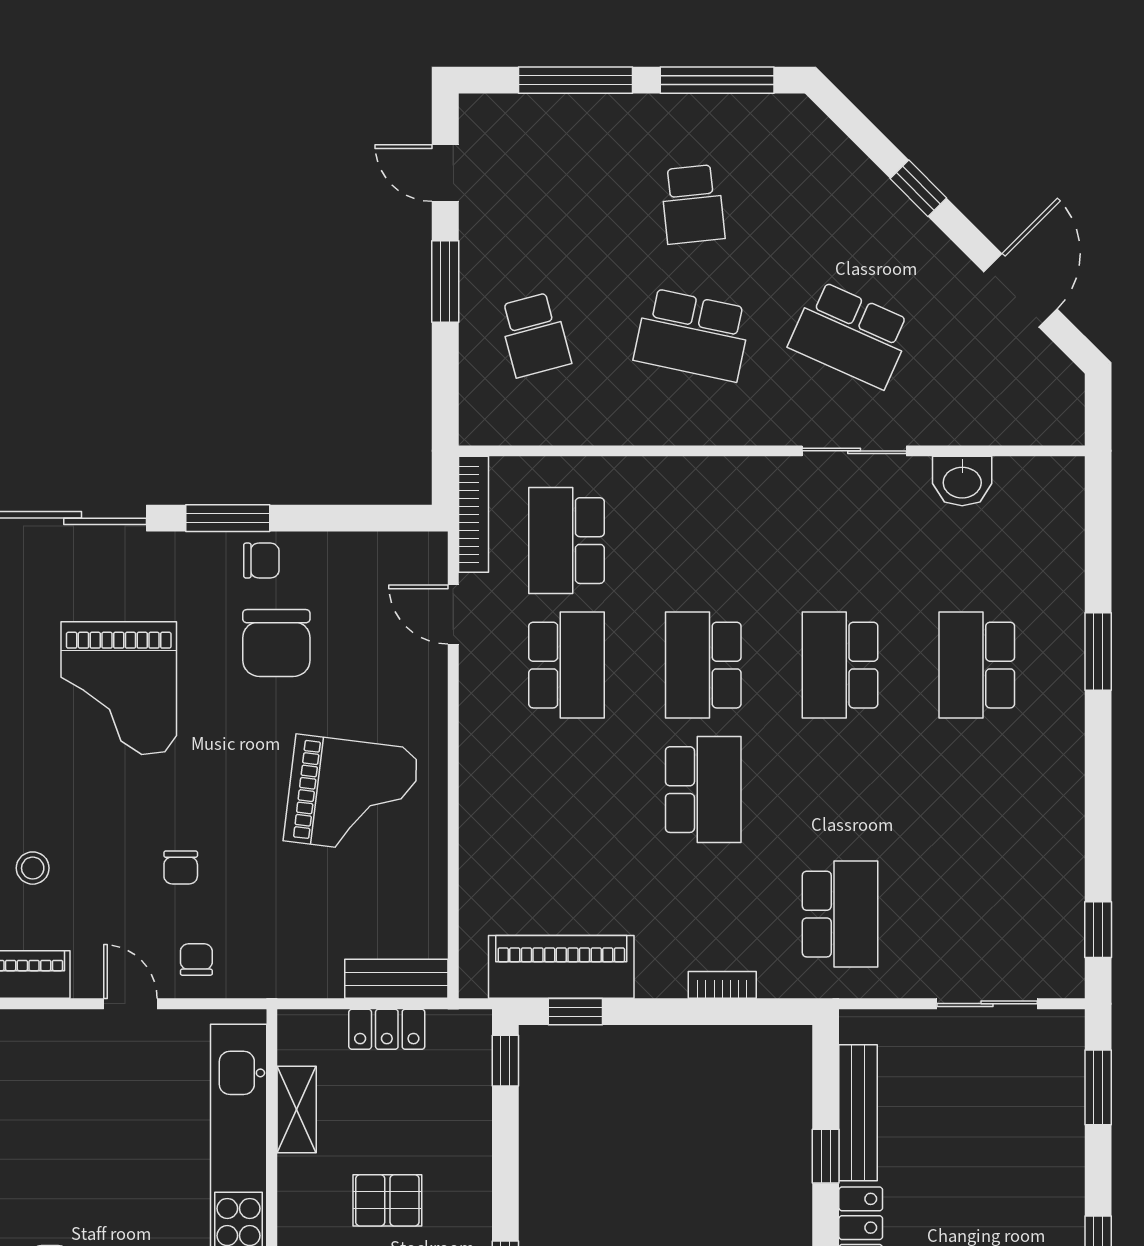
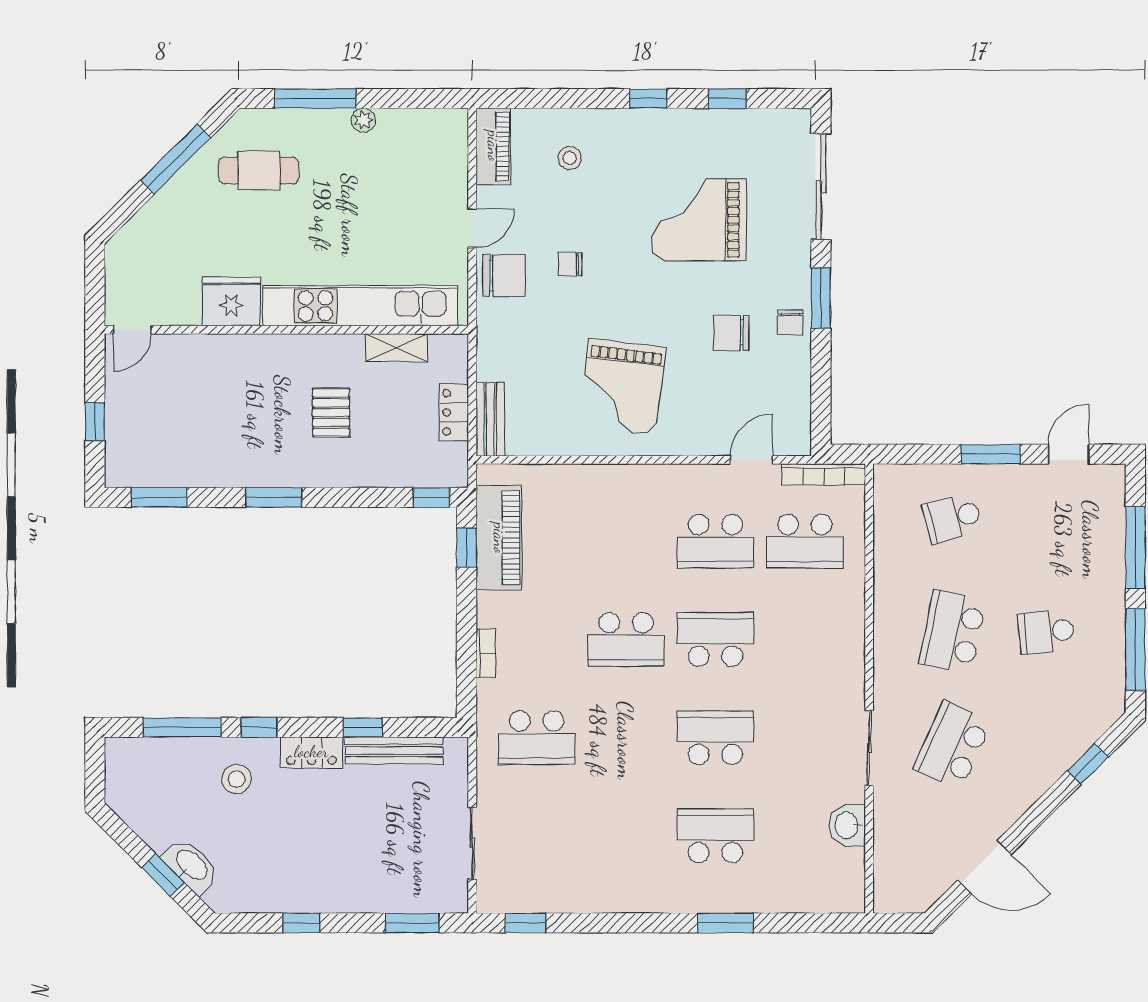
window: (918, 188) -> (1088, 764), moved
school desk: (567, 541) -> (805, 541), turned 180
chair: (276, 643) -> (731, 333), width x0.73, depth x0.73
chair: (196, 960) -> (504, 275), width x1.87, depth x1.87

